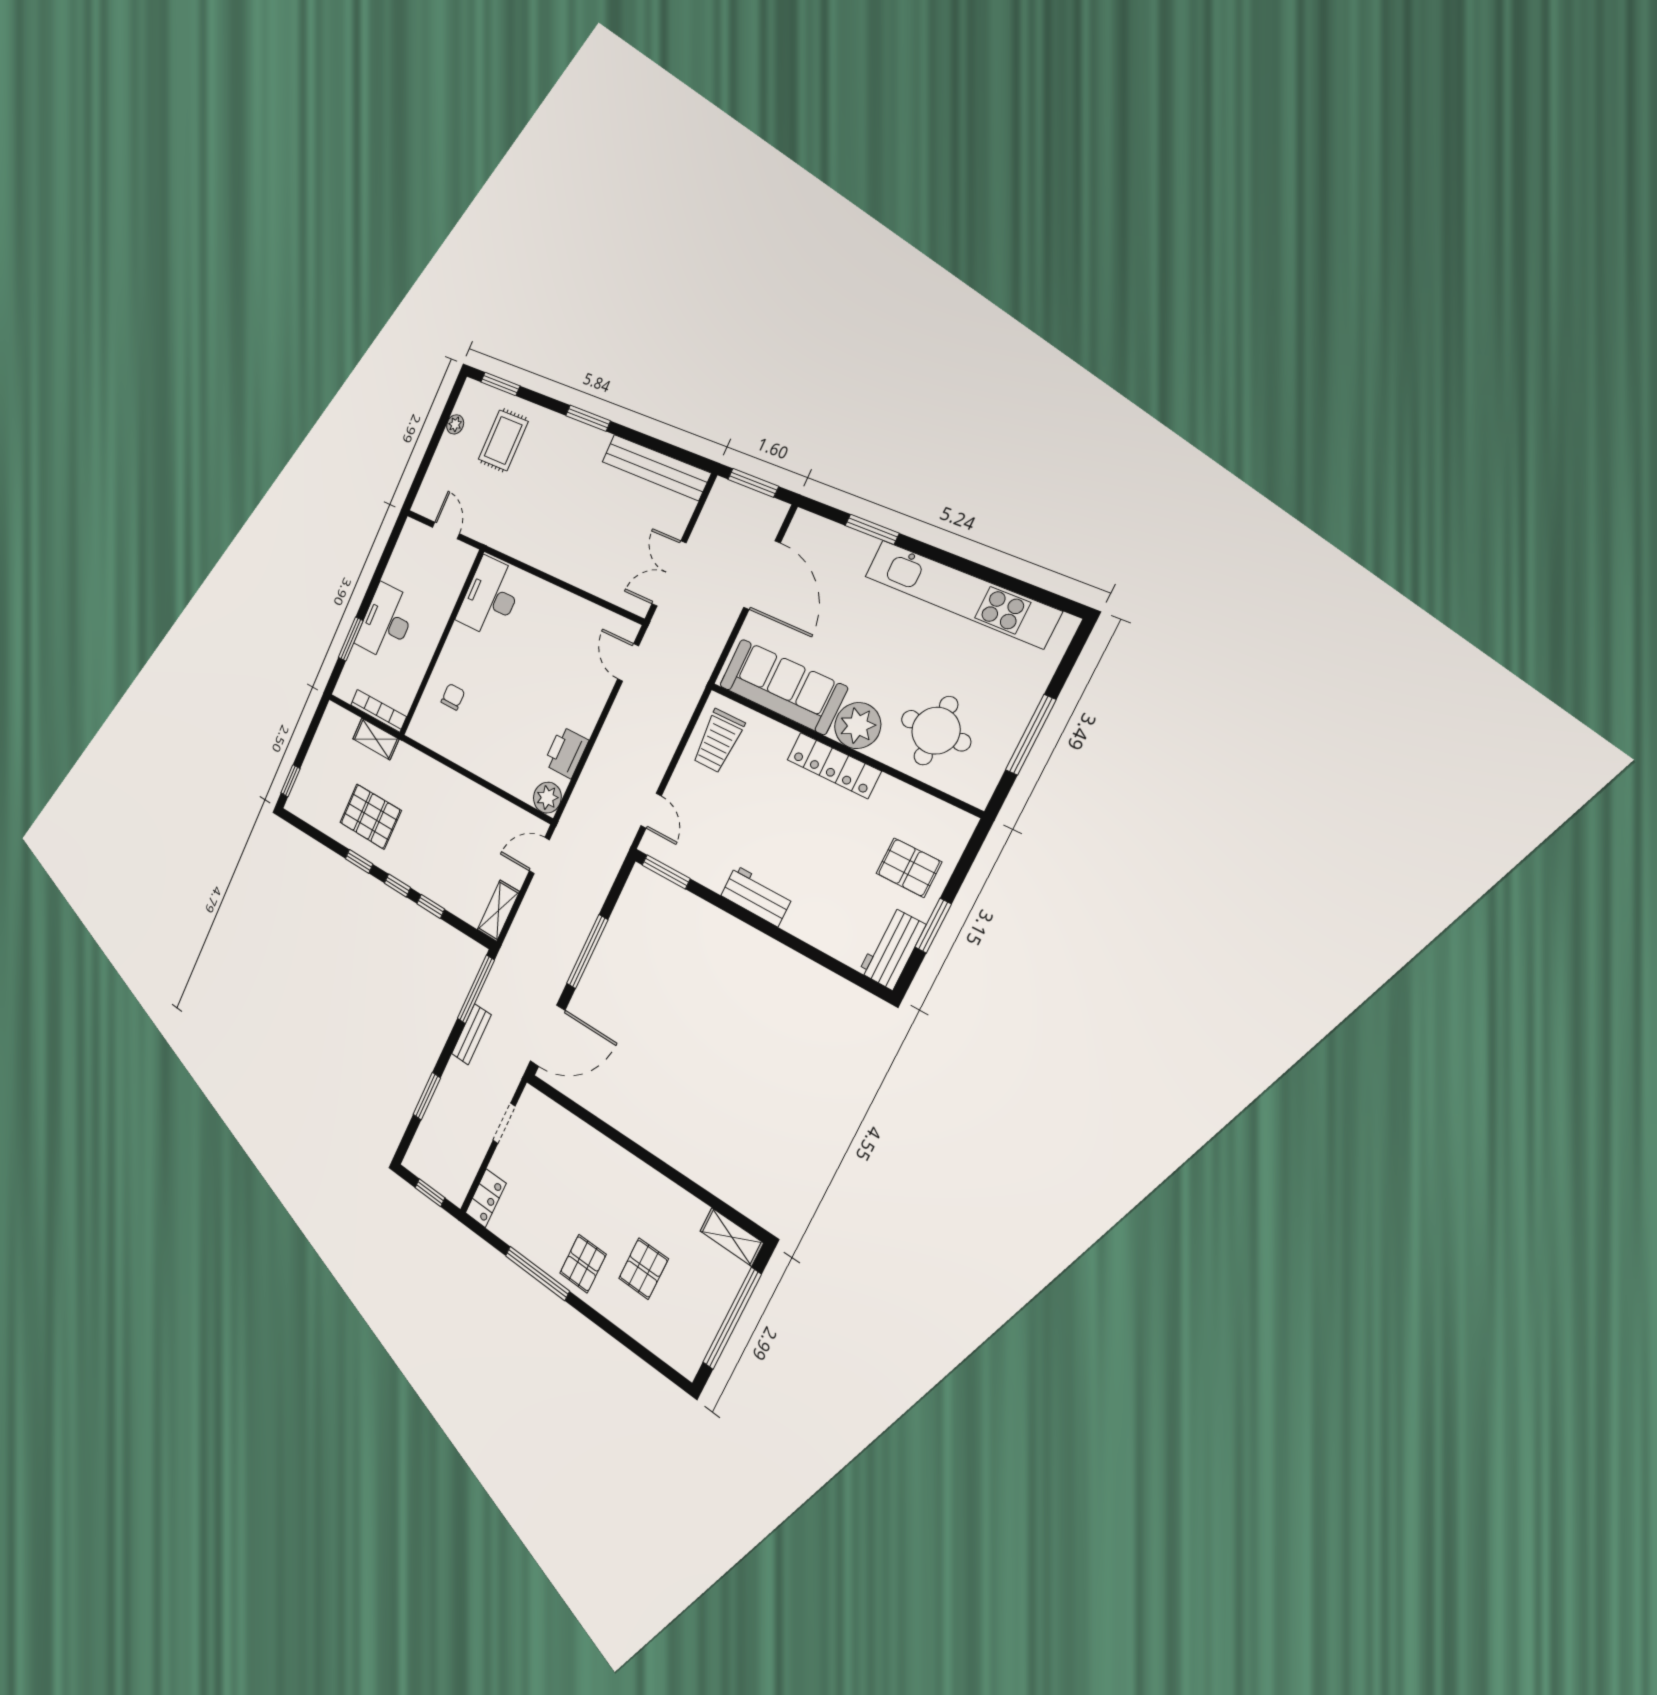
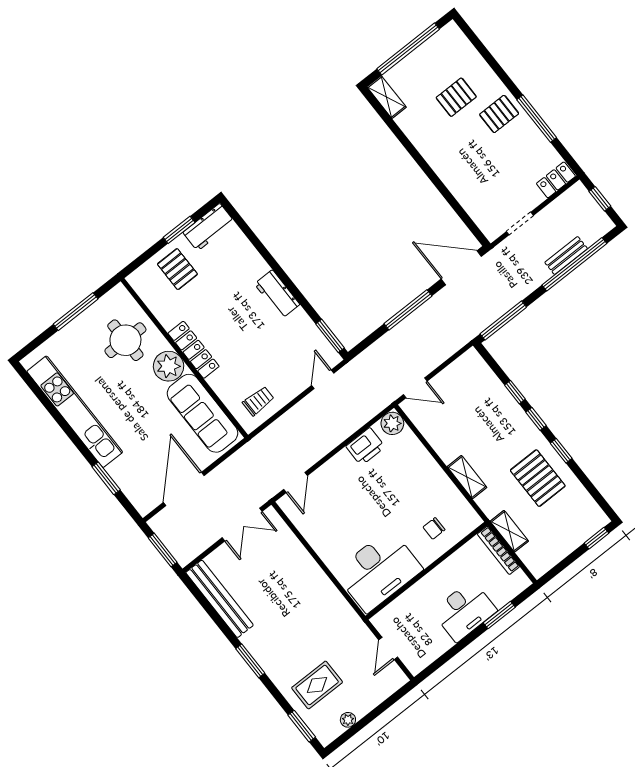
desk: (490, 597) -> (379, 571), width x1.36, depth x1.30
trolley: (718, 741) -> (258, 401), width x0.73, depth x0.72
shelving: (498, 911) -> (467, 477), moved, turned 90
bench: (471, 1034) -> (566, 255), moved
window: (427, 1096) -> (574, 264), width x2.11

